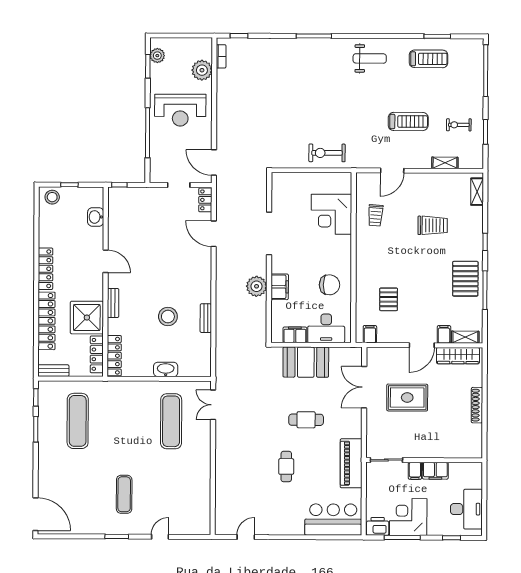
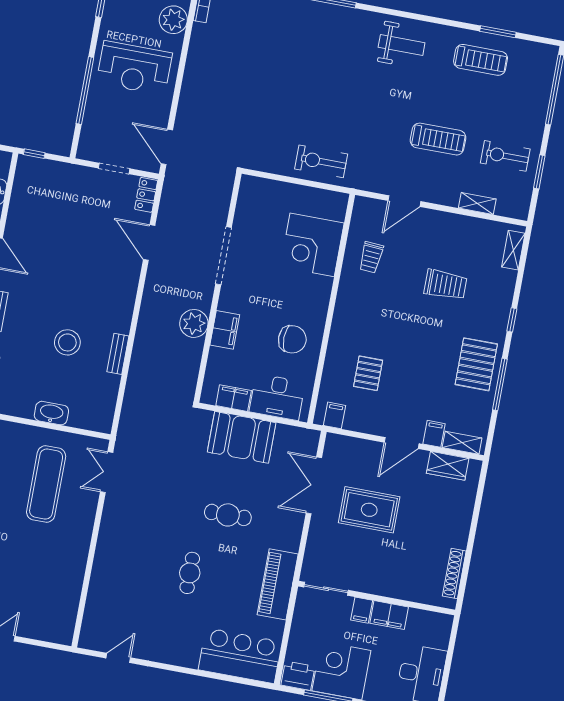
exercise bike: (459, 125) -> (505, 156), width x1.38, depth x1.39
wardrobe: (458, 356) -> (448, 466), width x0.67
shoe rack: (477, 405) -> (454, 573), moved

